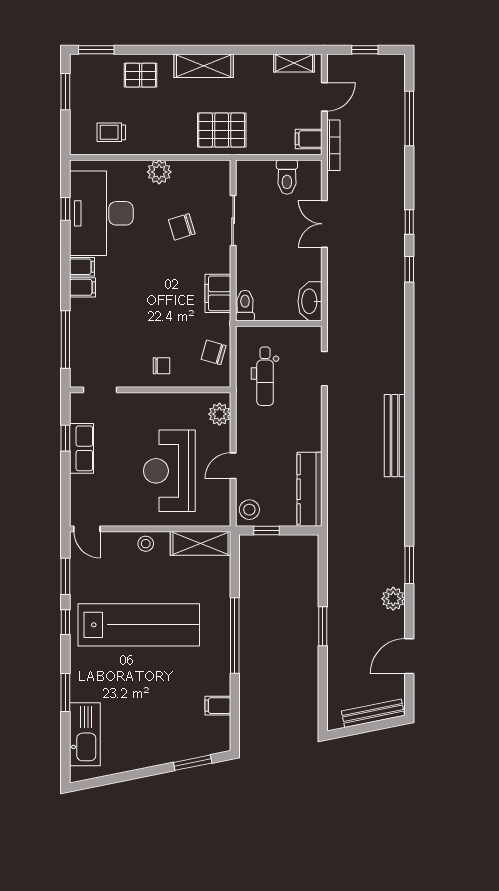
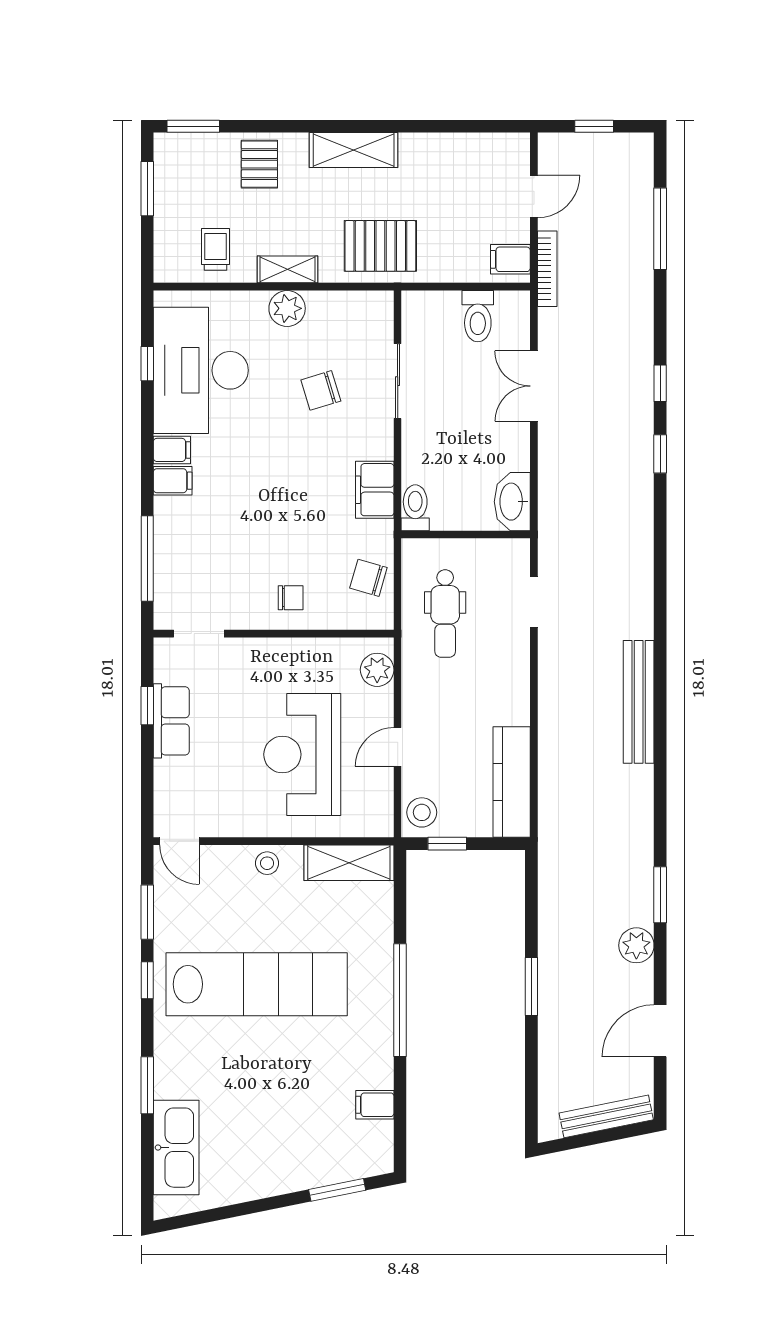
shelving: (294, 63) -> (288, 269), moved
pallet: (141, 75) -> (259, 164), turned 90
trolley: (111, 132) -> (216, 249), turned 90

